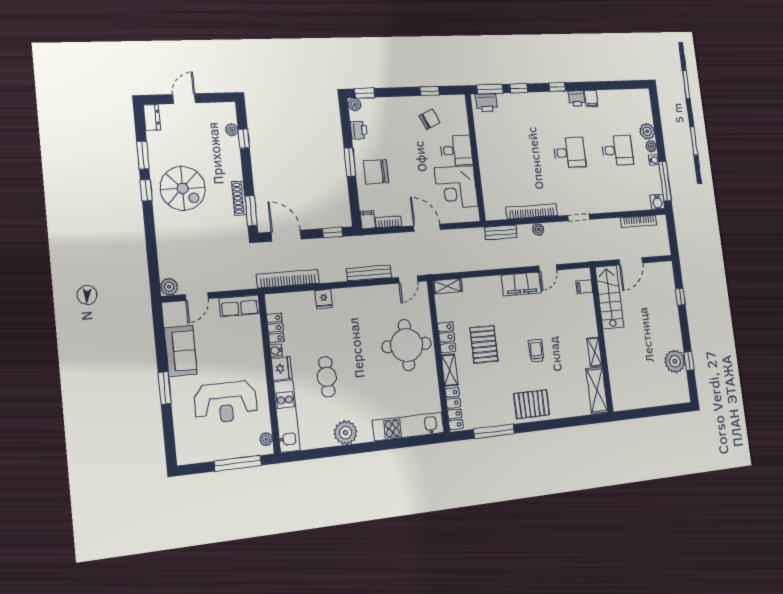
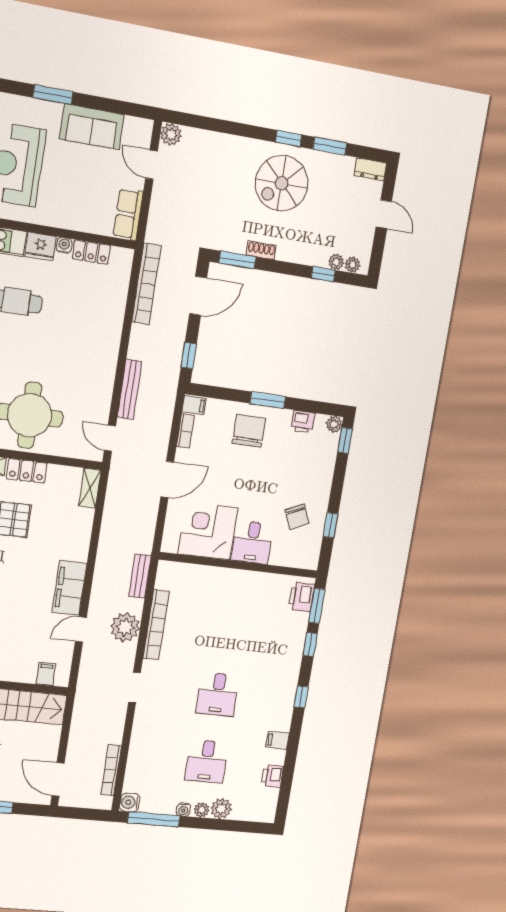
printer: (577, 98) -> (272, 776), moved
plant: (230, 116) -> (353, 265), added
shoe rack: (239, 198) -> (261, 250), width x0.70
plant: (538, 229) -> (125, 627), width x1.88, depth x1.88
door: (631, 261) -> (58, 779), moved
door: (548, 268) -> (81, 629), hinge flipped
fridge: (324, 299) -> (111, 323), removed

